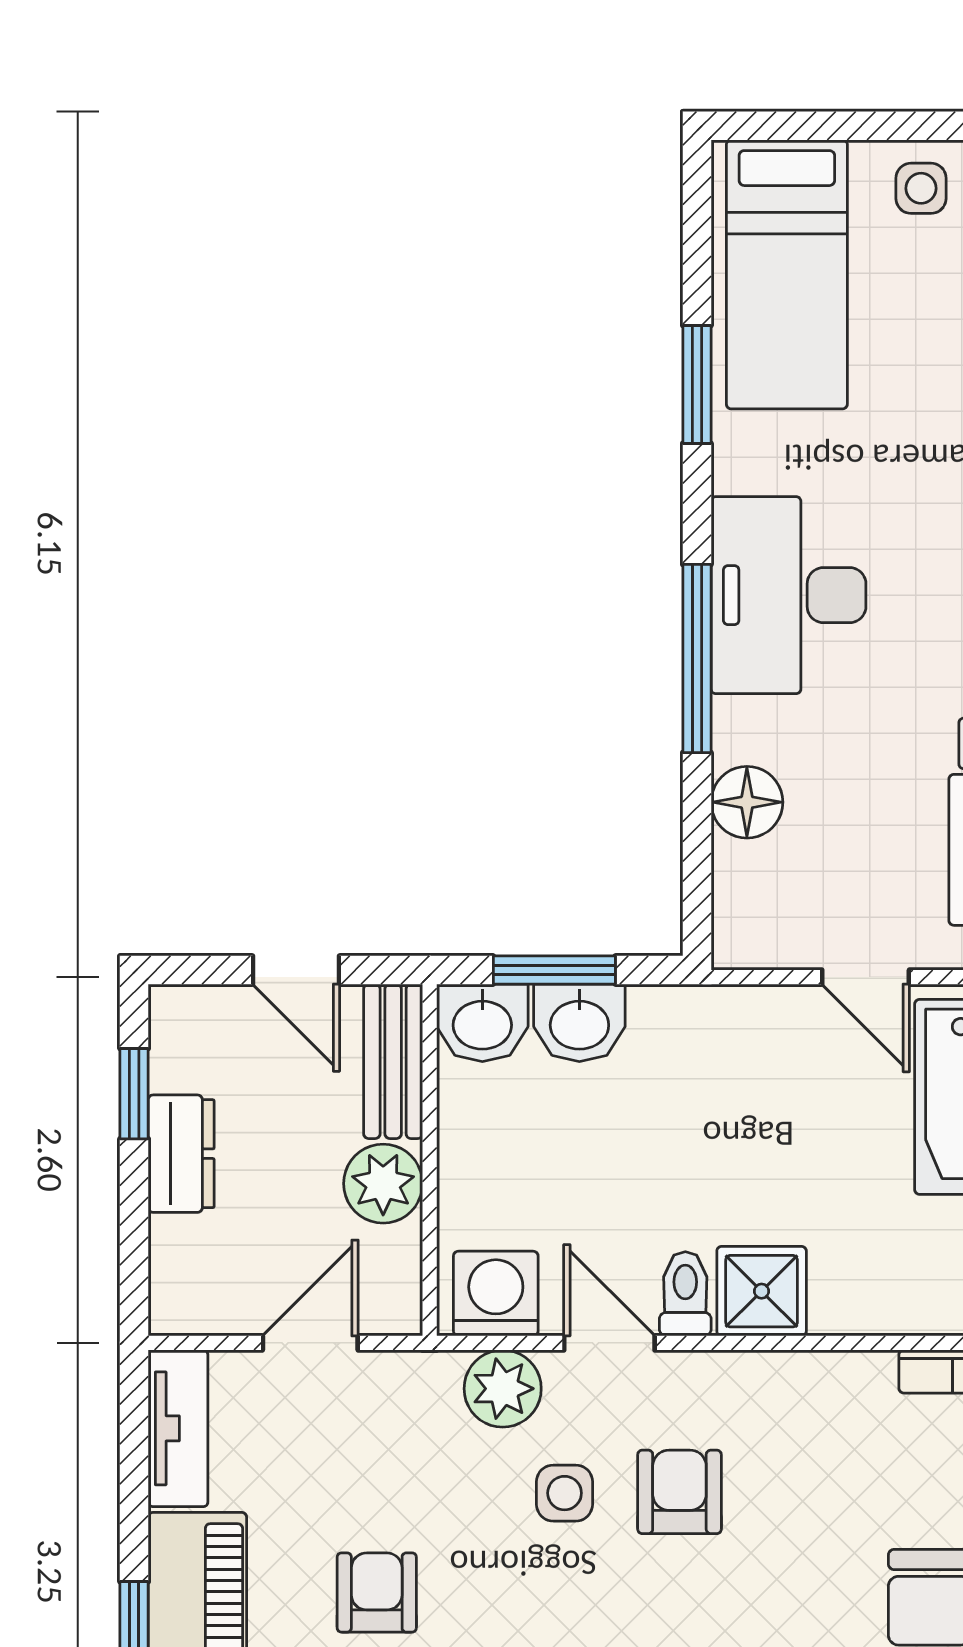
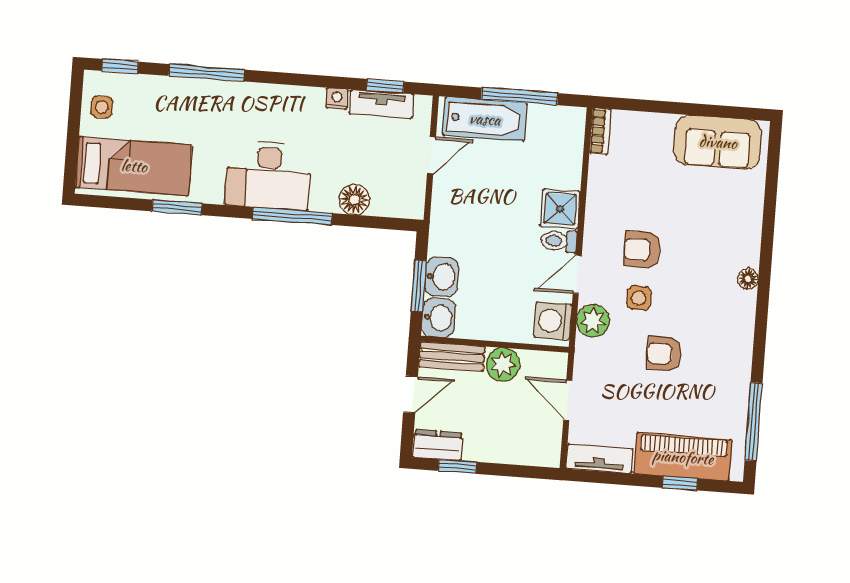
dresser: (181, 1154) -> (437, 445), moved
armchair: (377, 1592) -> (664, 354), moved

